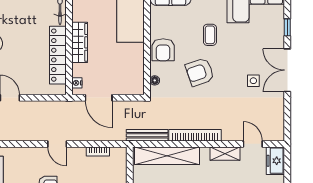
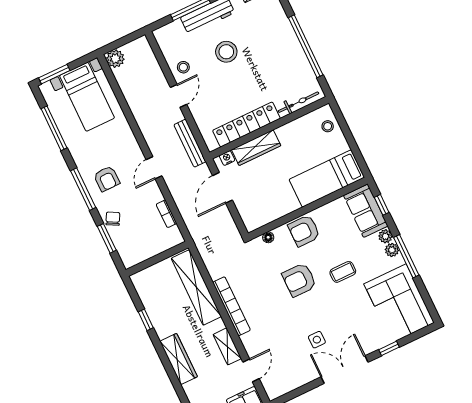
wardrobe: (80, 42) -> (256, 148), moved
armchair: (200, 72) -> (299, 280), turned -71
bench: (147, 135) -> (190, 143), moved

